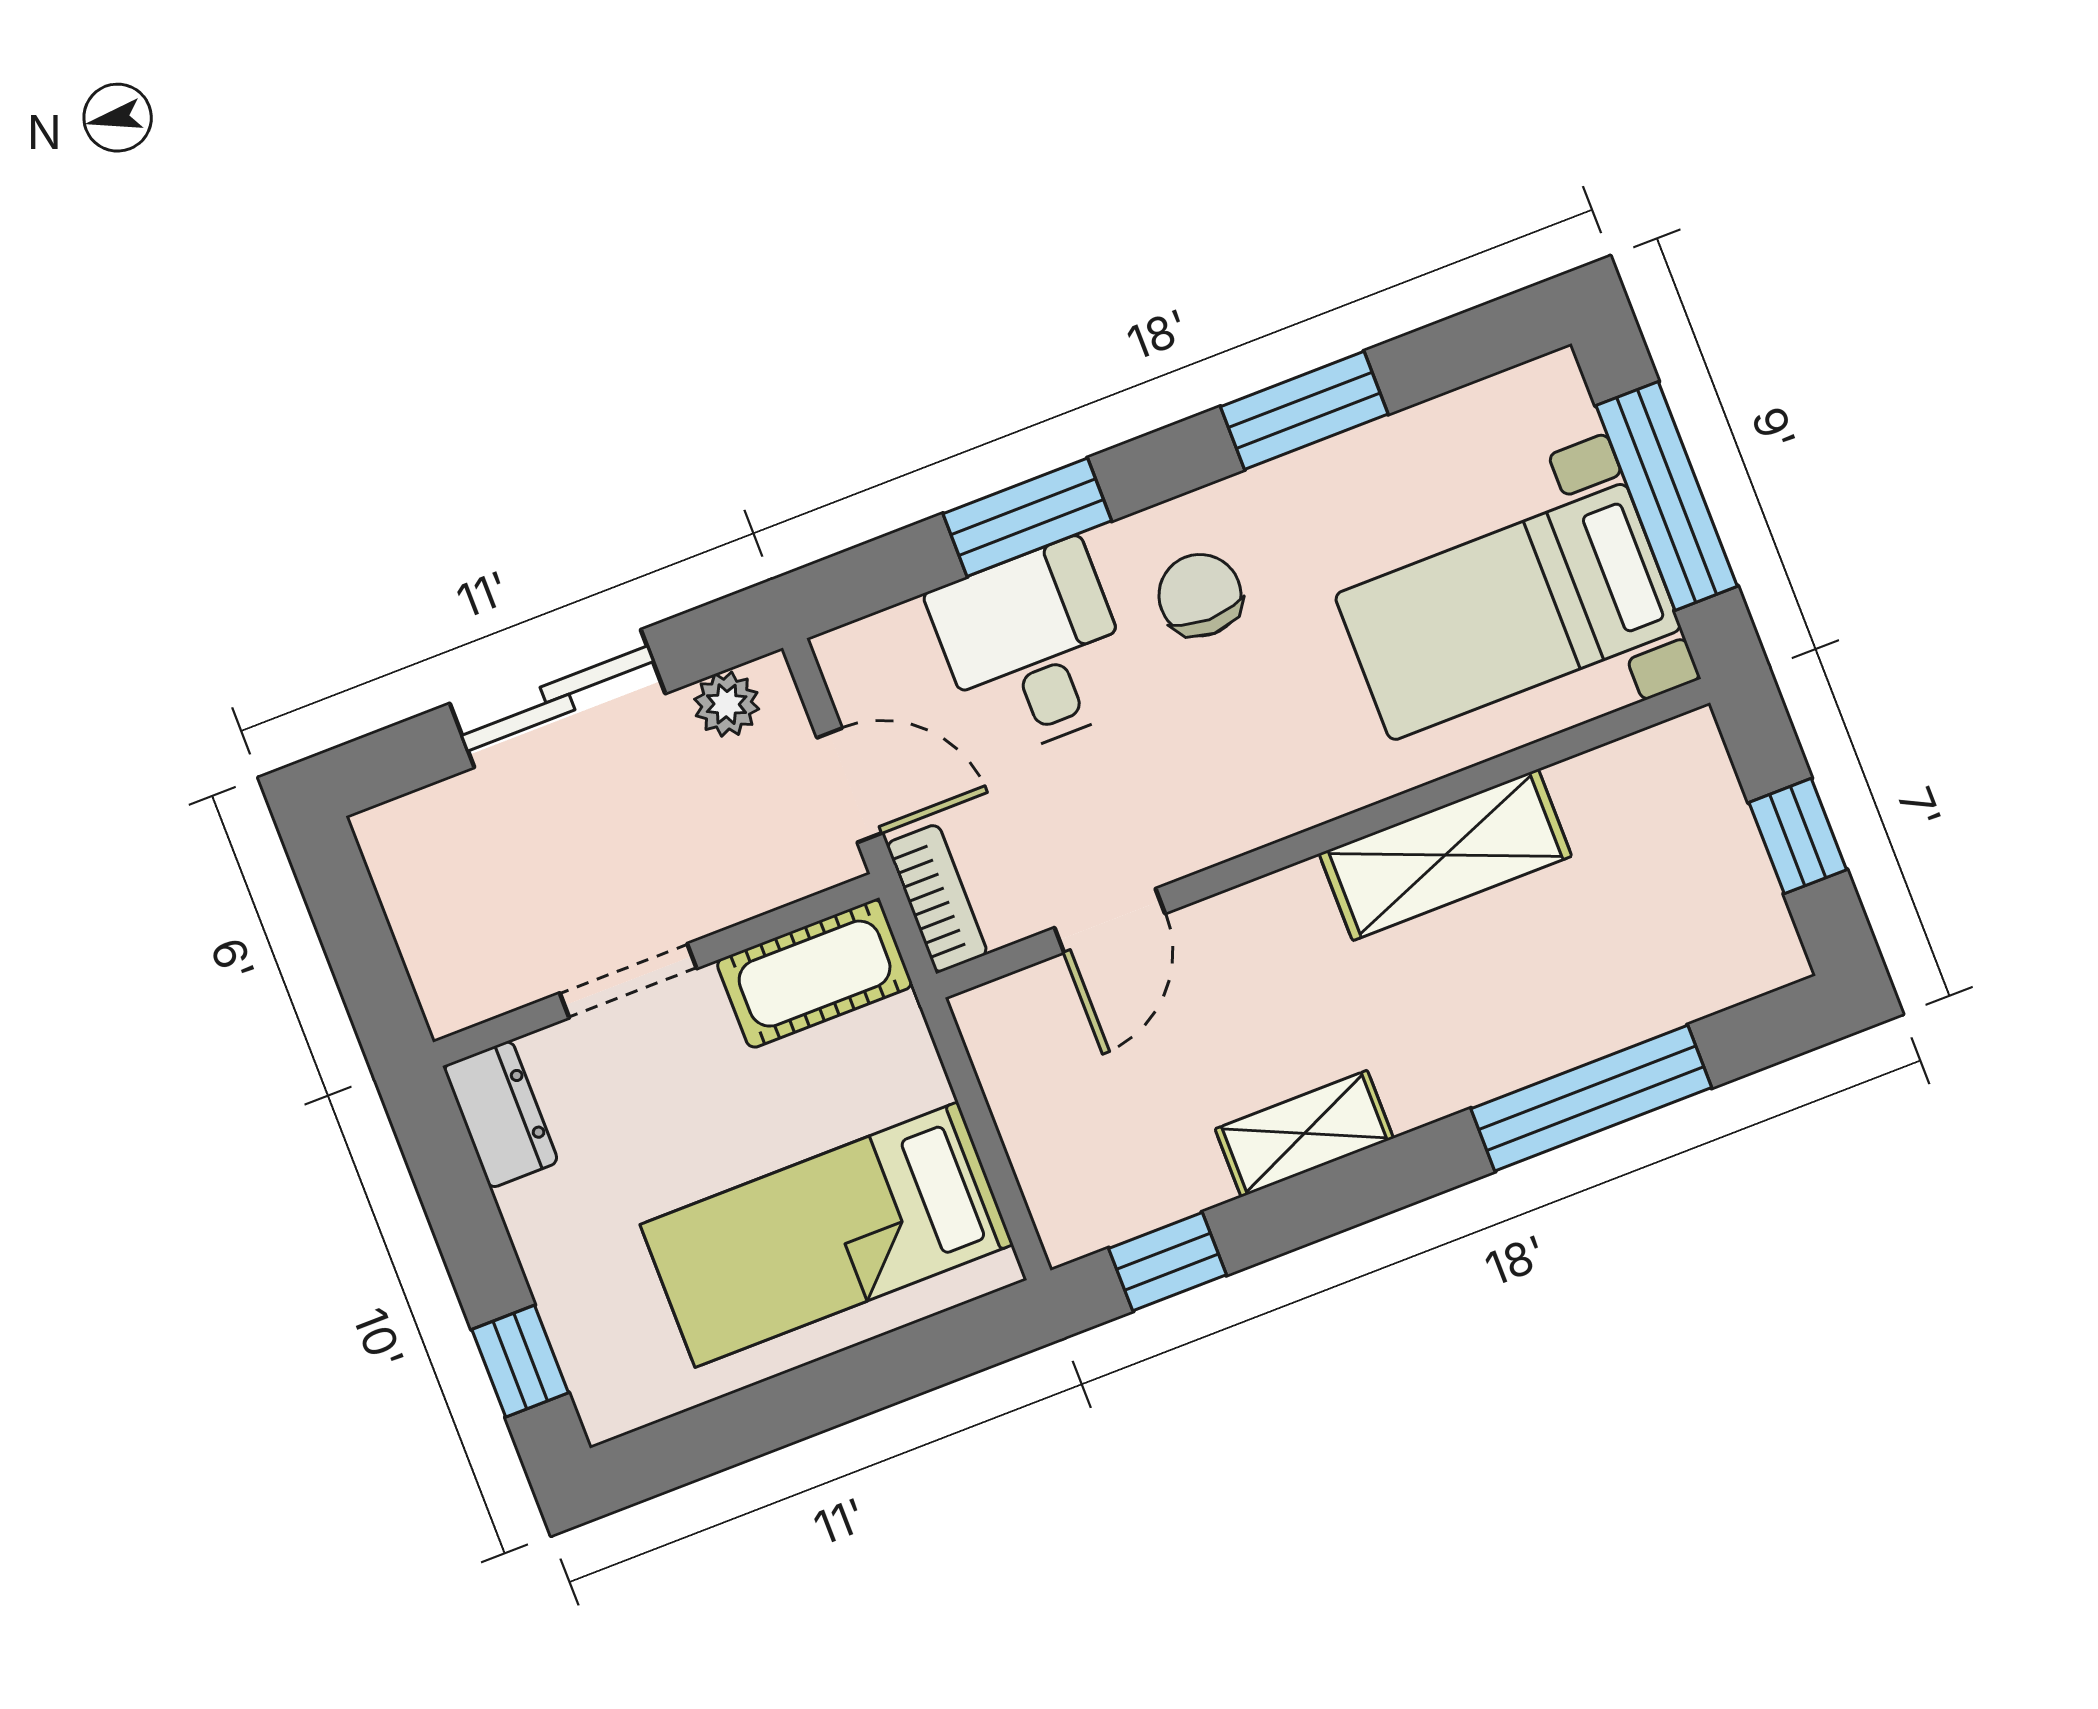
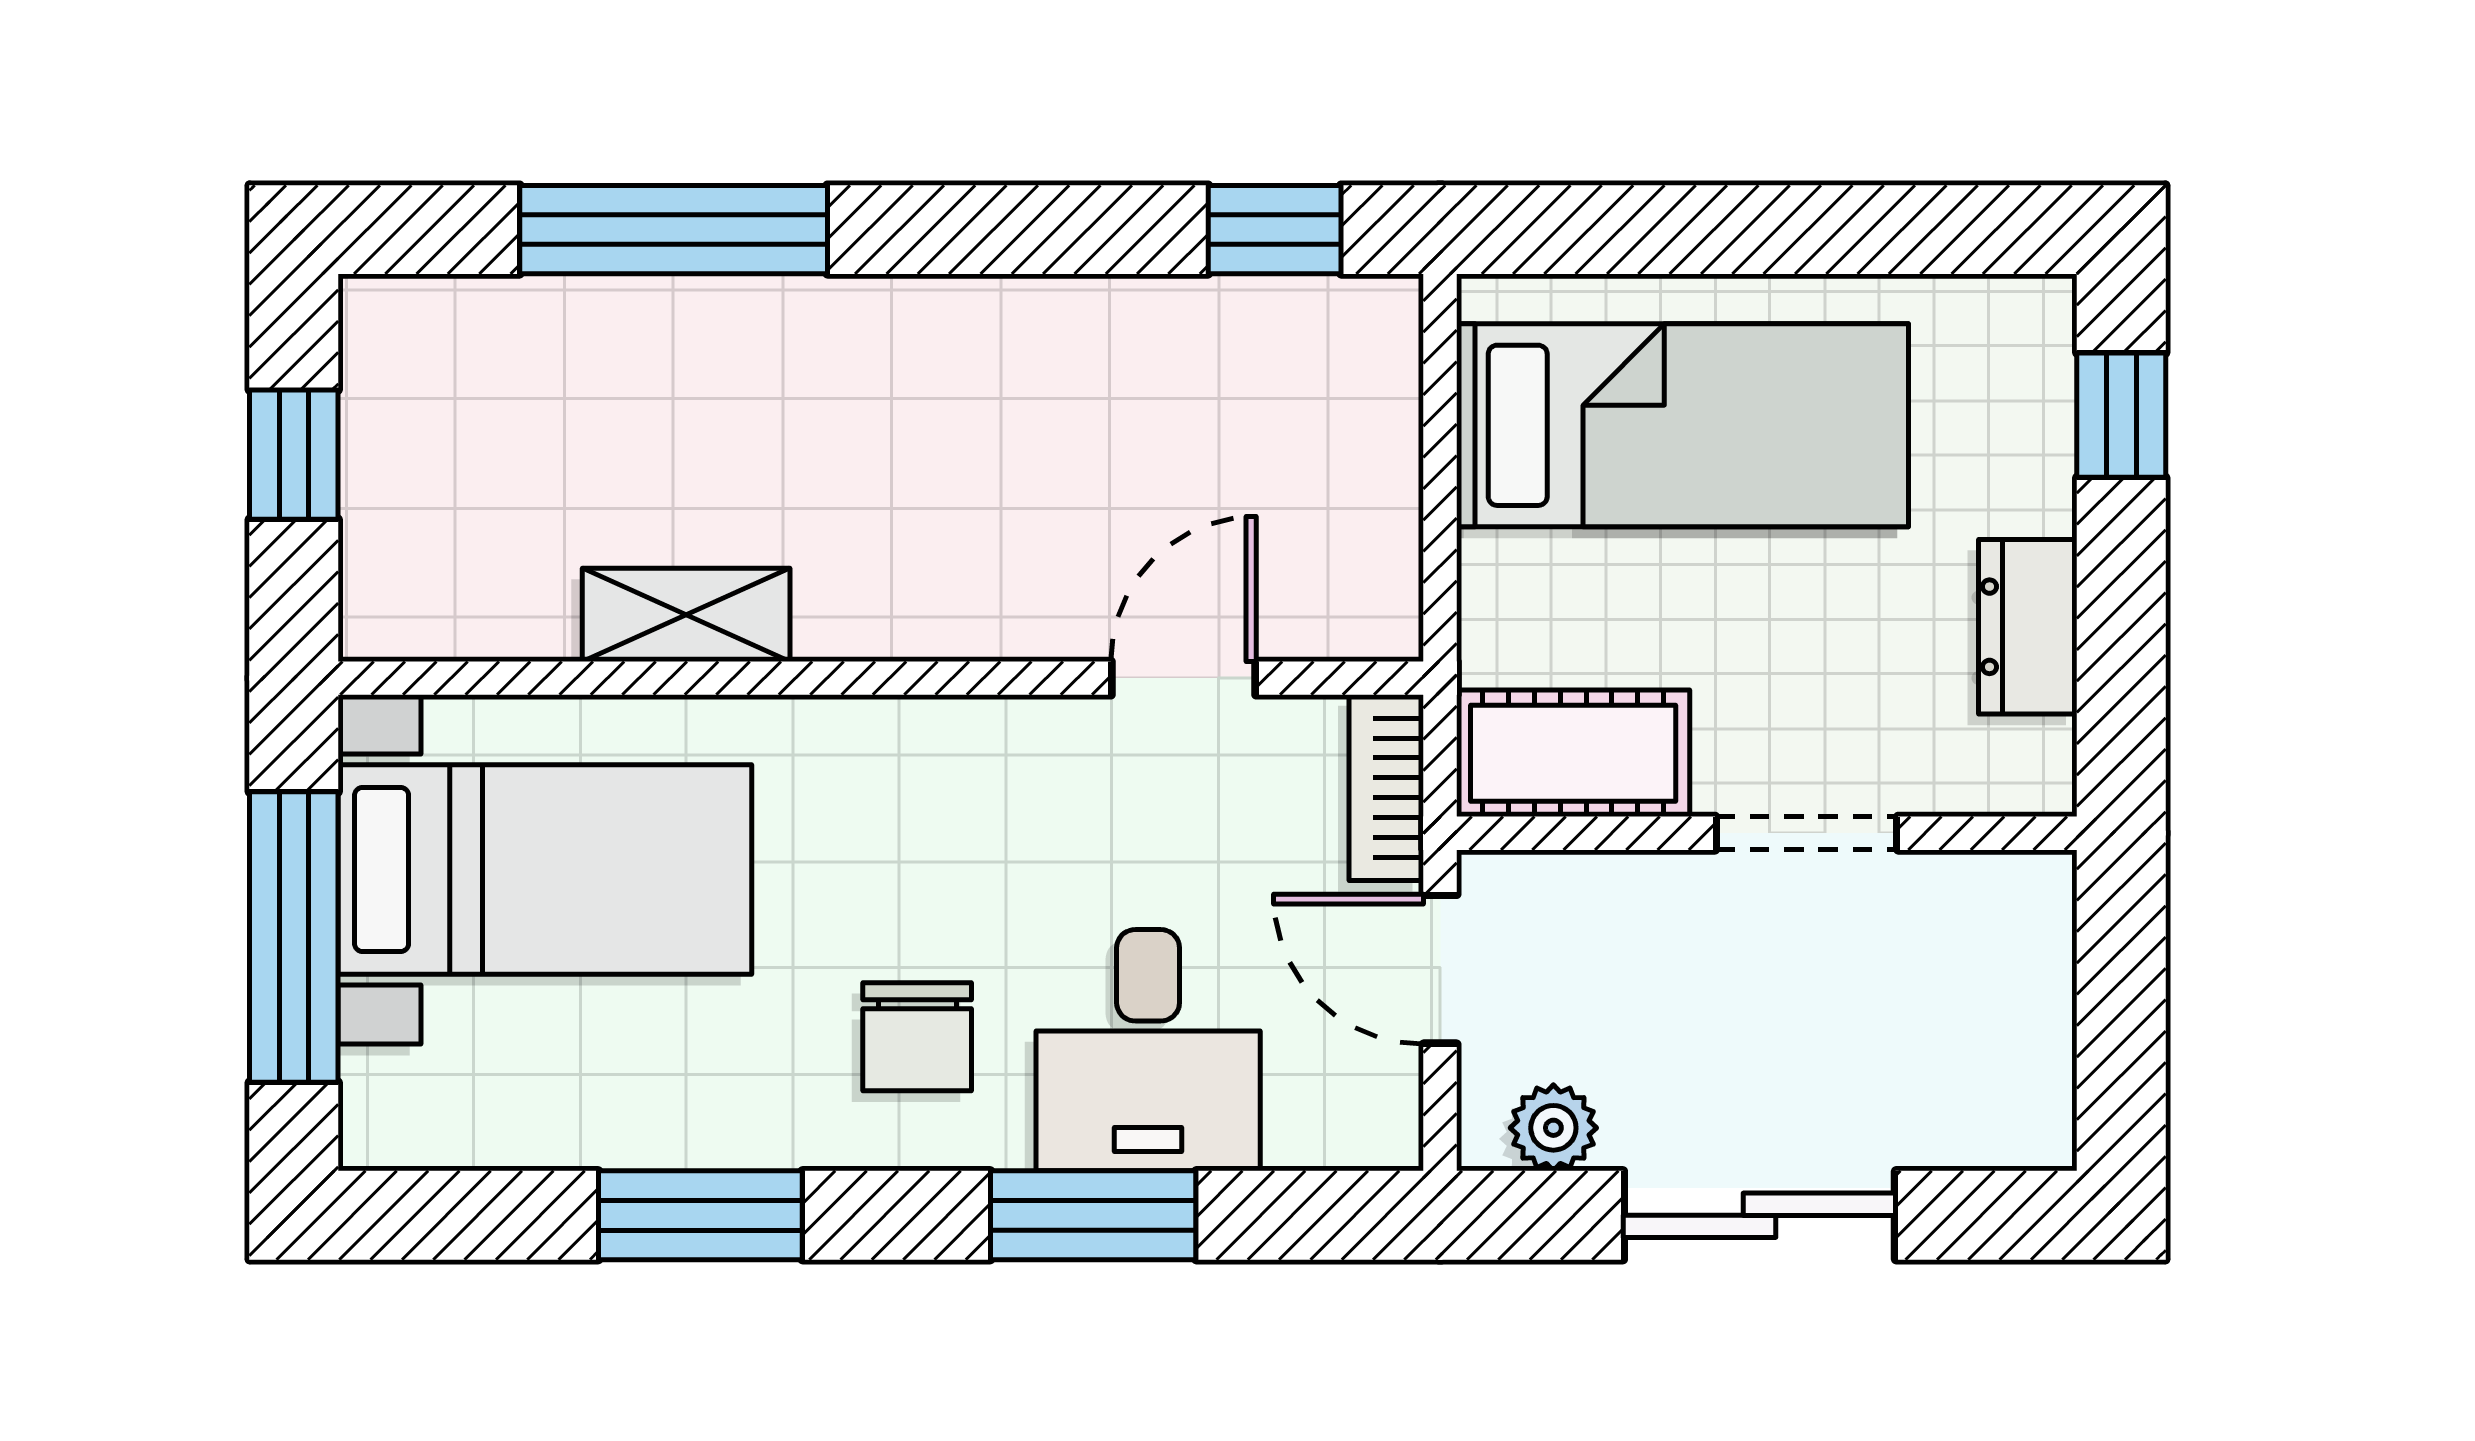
shelving: (1445, 855) -> (686, 615), width x0.67, depth x0.75
dresser: (501, 1114) -> (2028, 627), moved
shelving: (1304, 1134) -> (1045, 322), removed

